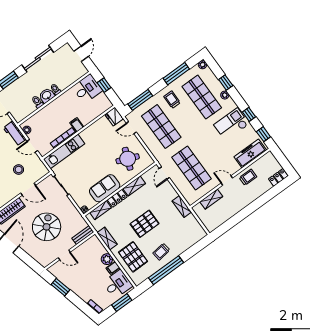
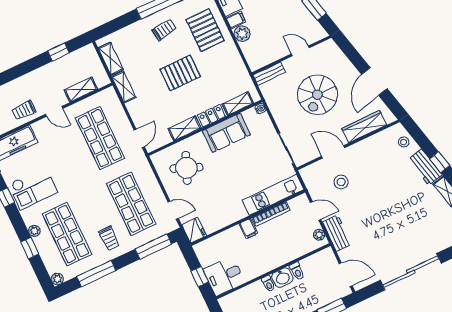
window: (232, 222) -> (58, 52), added
shelving: (107, 239) -> (111, 59), moved

